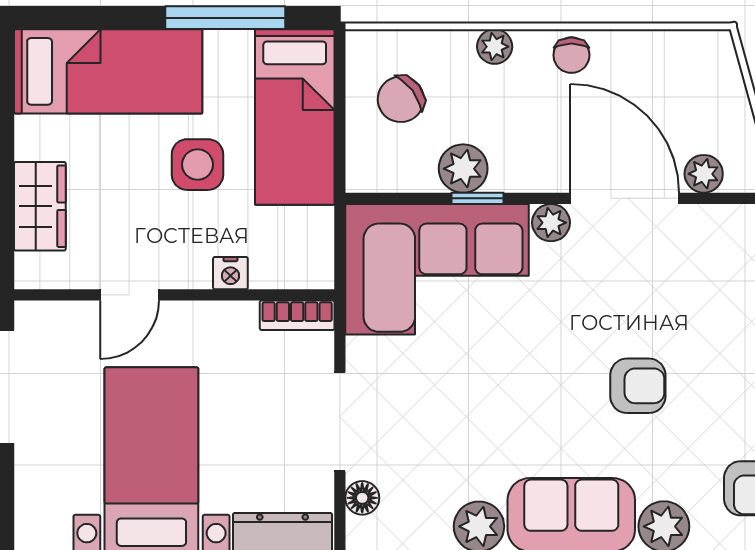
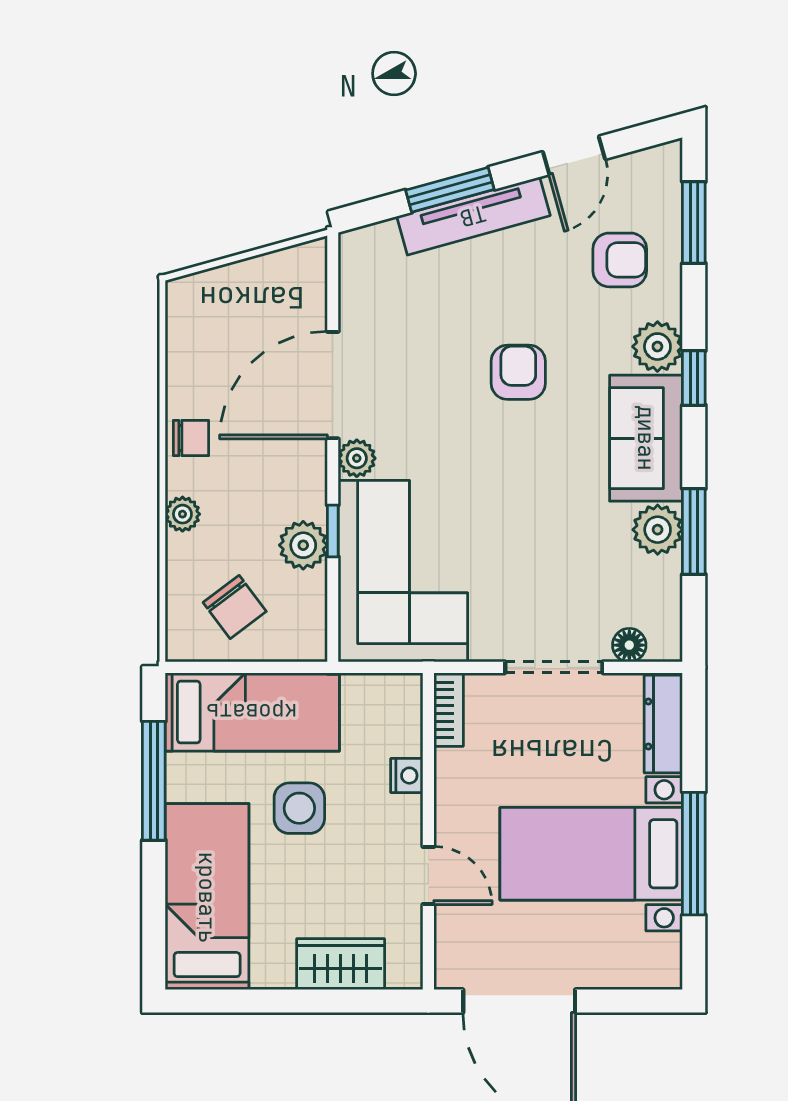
plant: (704, 174) -> (308, 307), removed

